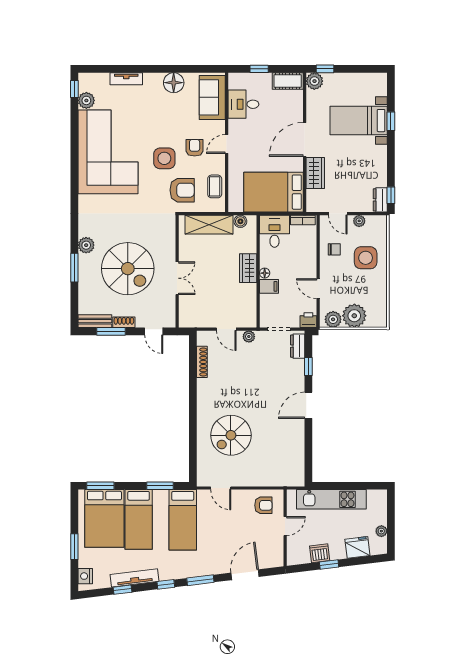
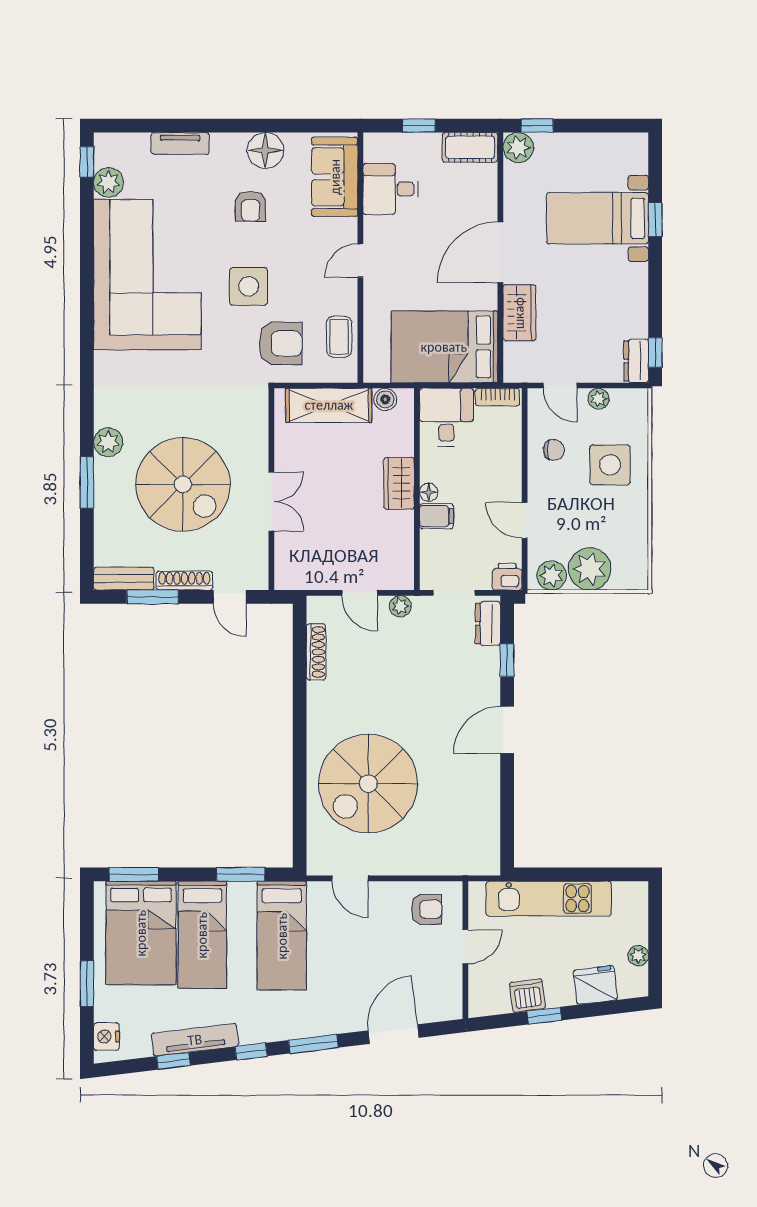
armchair: (195, 148) -> (251, 206), moved, turned 180
shoe rack: (124, 322) -> (184, 581), width x1.43
spiral stairs: (231, 435) -> (368, 784), width x1.37, depth x1.37

